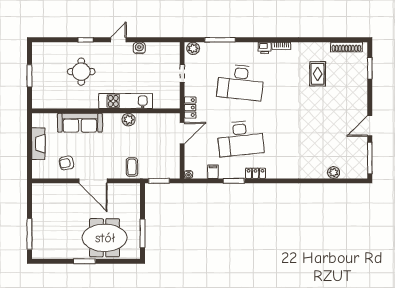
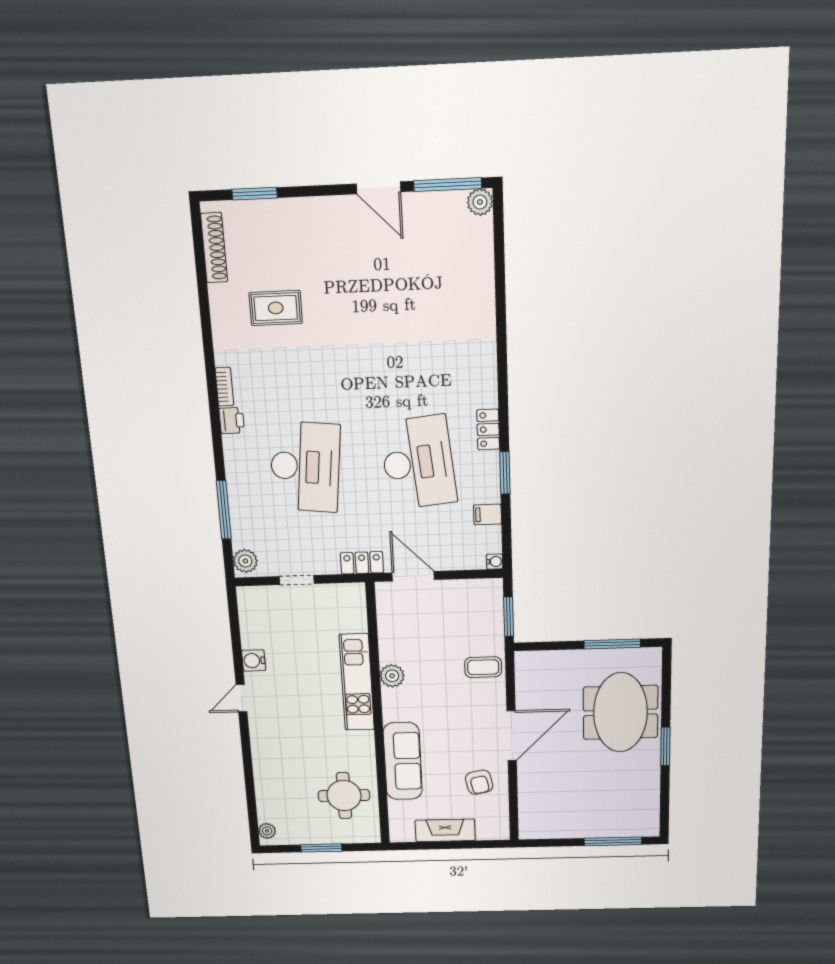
window: (86, 40) -> (247, 756), removed
door: (118, 40) -> (242, 698), hinge flipped
plant: (41, 47) -> (267, 831), added
round table: (81, 72) -> (344, 796), moved
plant: (334, 173) -> (480, 202), moved

